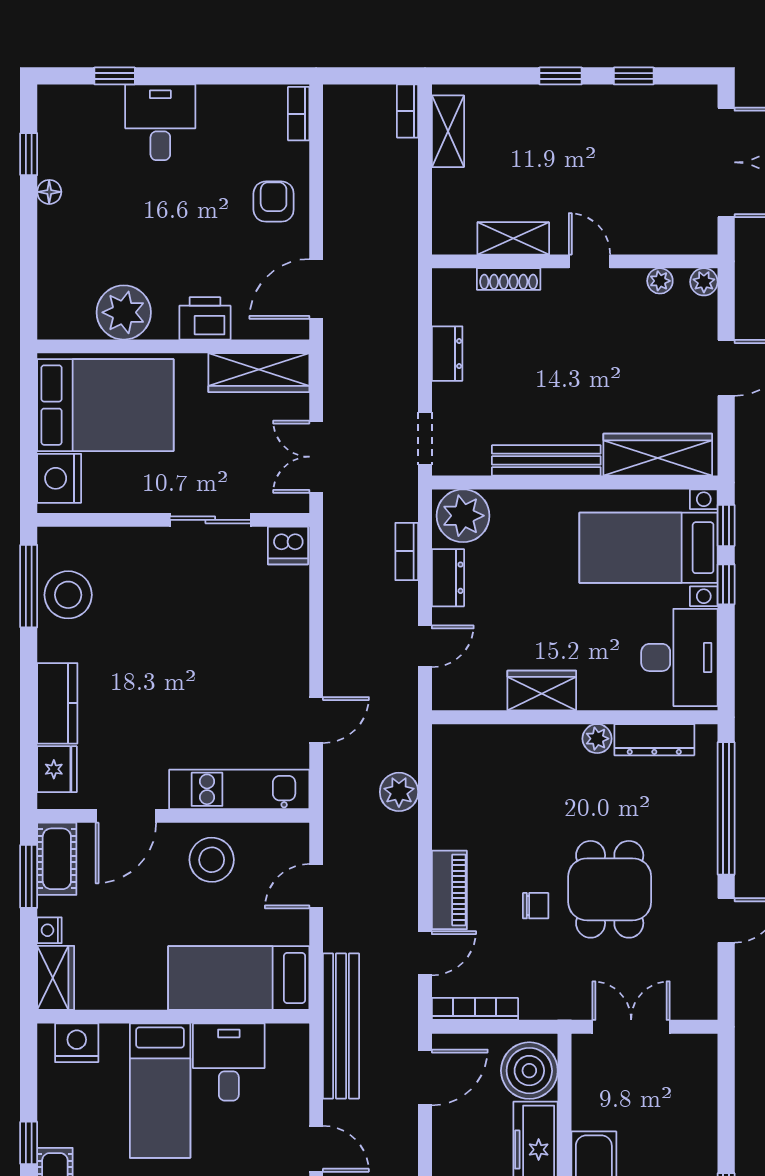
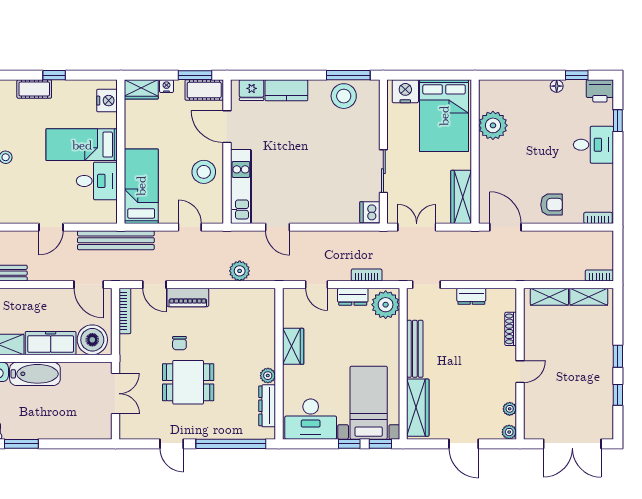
shelving: (513, 238) -> (549, 297), moved, turned 90
printer: (205, 318) -> (600, 91), moved, turned 90

